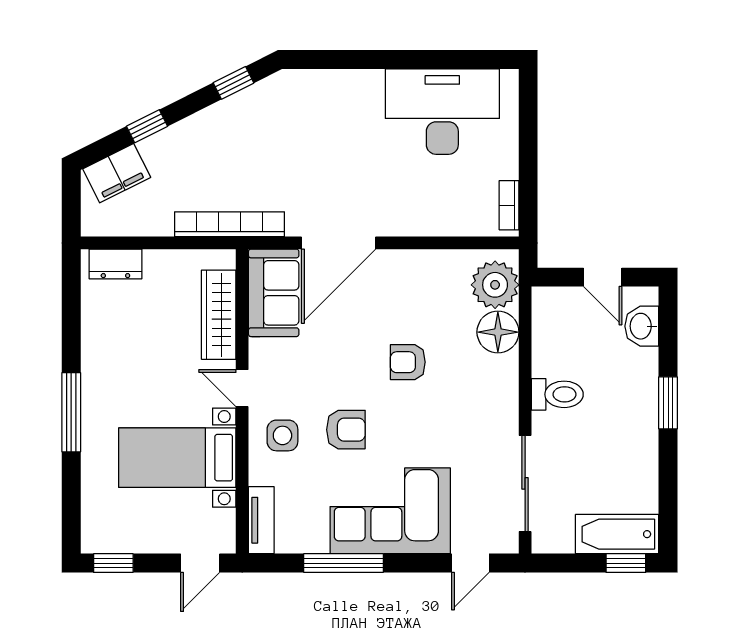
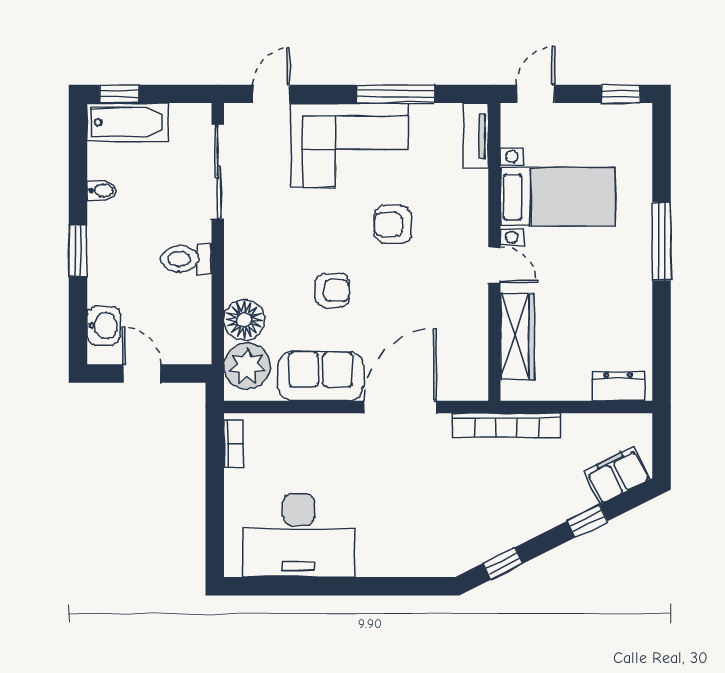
sofa: (274, 293) -> (321, 376), moved, turned 90
side table: (282, 435) -> (455, 219), removed
bidet: (644, 464) -> (102, 190), added

